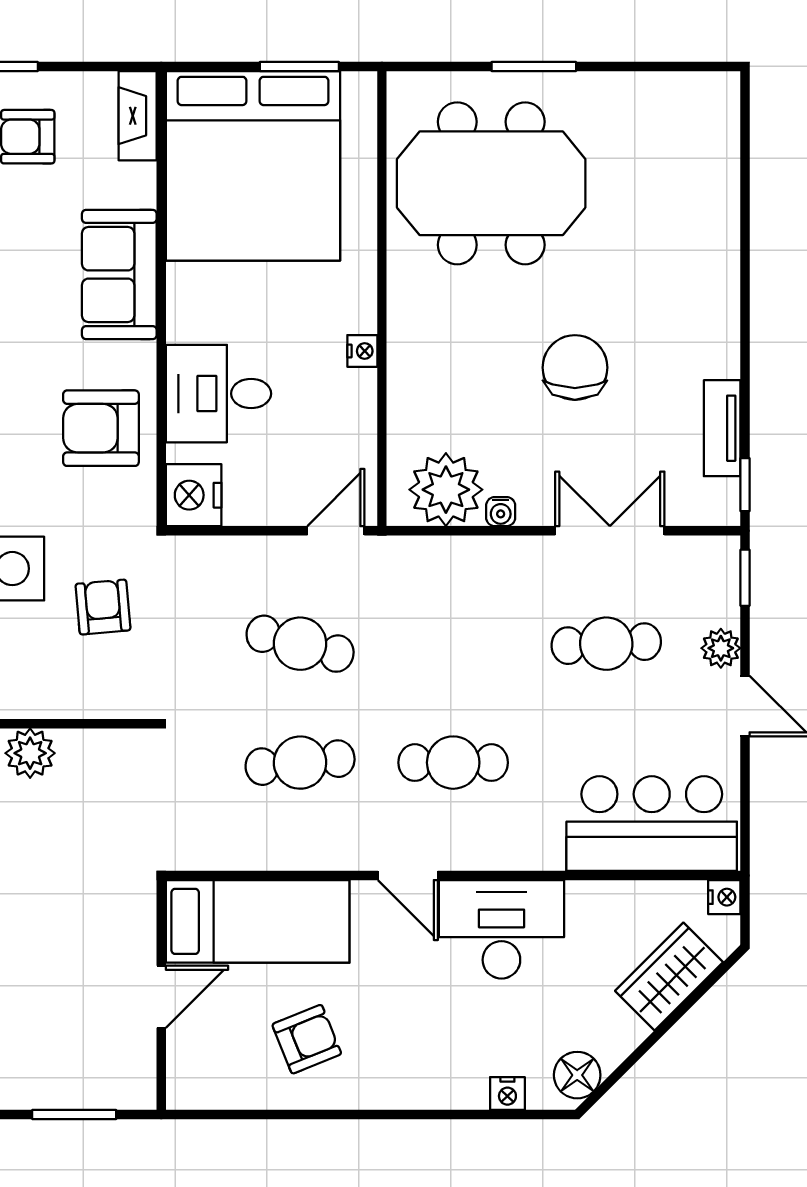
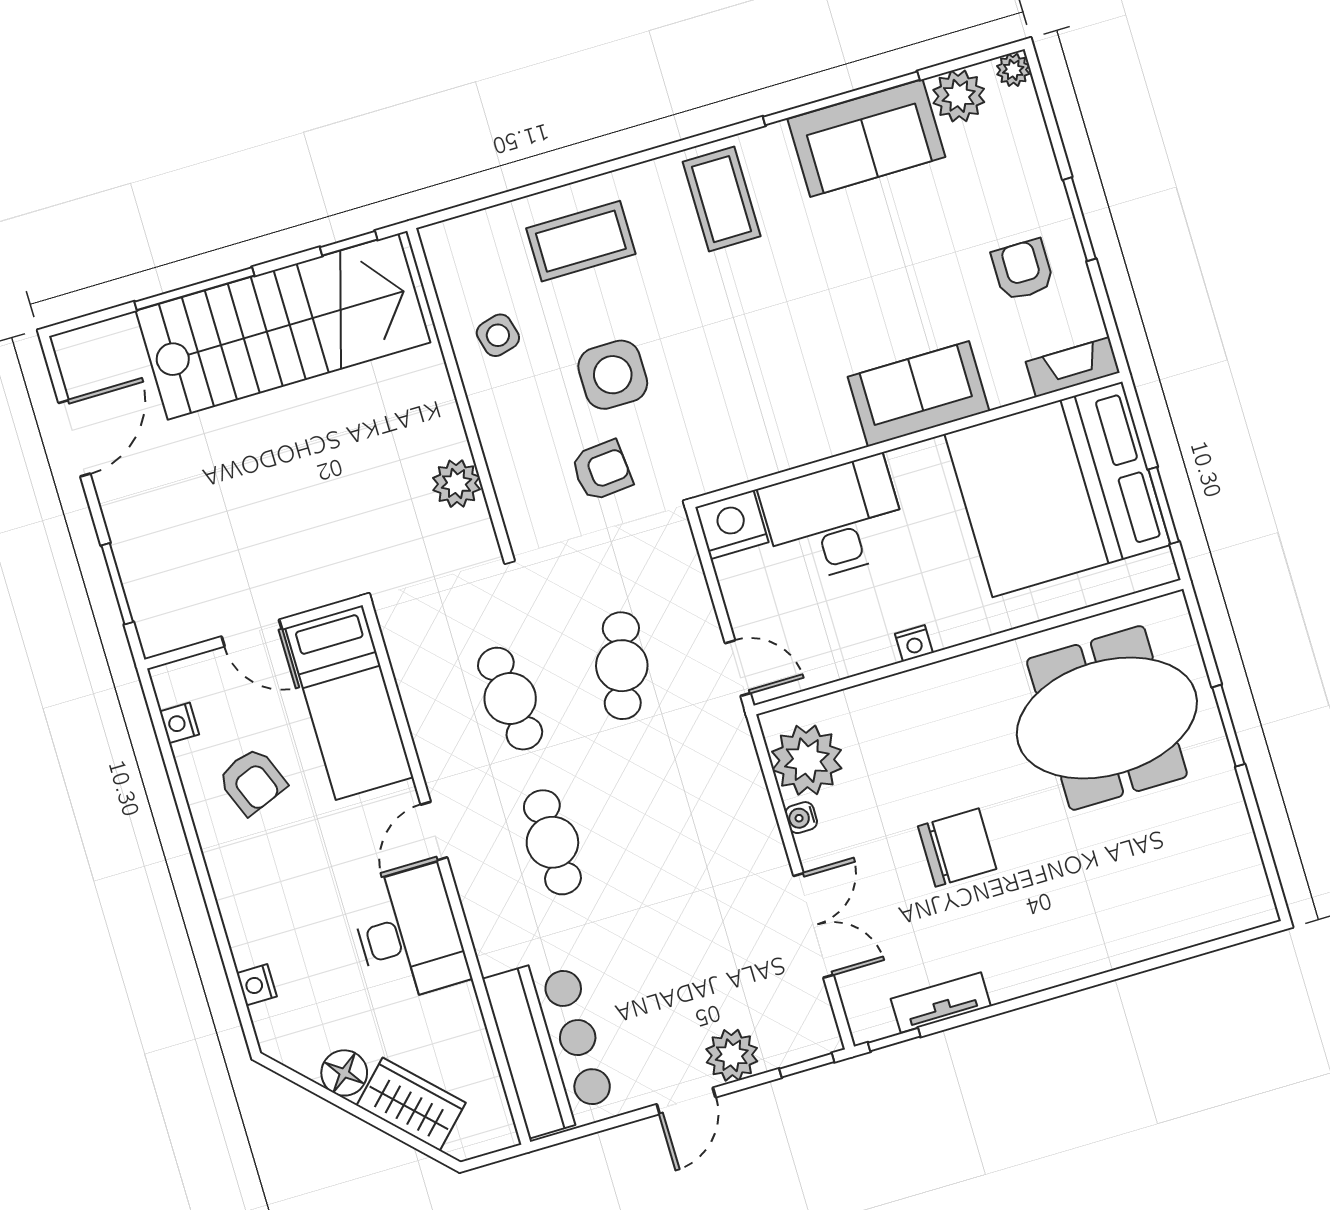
meeting table: (491, 183) -> (1107, 718), turned 90
desk: (218, 394) -> (834, 520), width x1.37
armchair: (101, 428) -> (769, 419), removed
cafe table: (606, 644) -> (706, 953), removed
plant: (721, 648) -> (732, 1055), width x1.38, depth x1.38
plant: (30, 753) -> (456, 484), moved
nightstand: (724, 897) -> (179, 723), moved, turned 90
floor lamp: (577, 1075) -> (344, 1073), moved

